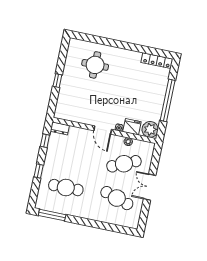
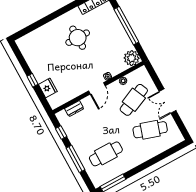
round table: (95, 65) -> (78, 38), moved
fridge: (132, 127) -> (48, 88), moved, turned 90
dresser: (60, 128) -> (74, 109), moved
door: (103, 130) -> (97, 88), hinge flipped
window: (39, 171) -> (75, 159), width x2.17

